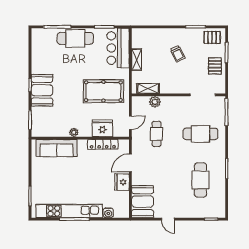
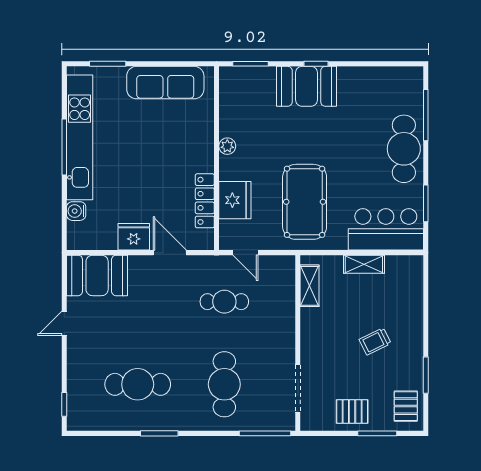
plant: (155, 102) -> (285, 298), removed
sofa: (57, 148) -> (165, 83), moved, turned -90

